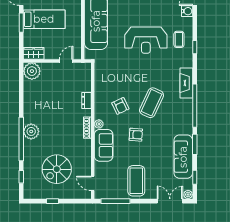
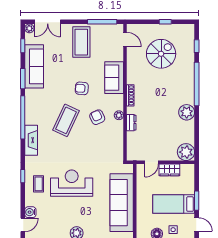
wardrobe: (34, 53) -> (169, 170), moved
plant: (99, 124) -> (119, 115), moved
plant: (31, 131) -> (187, 112), moved

